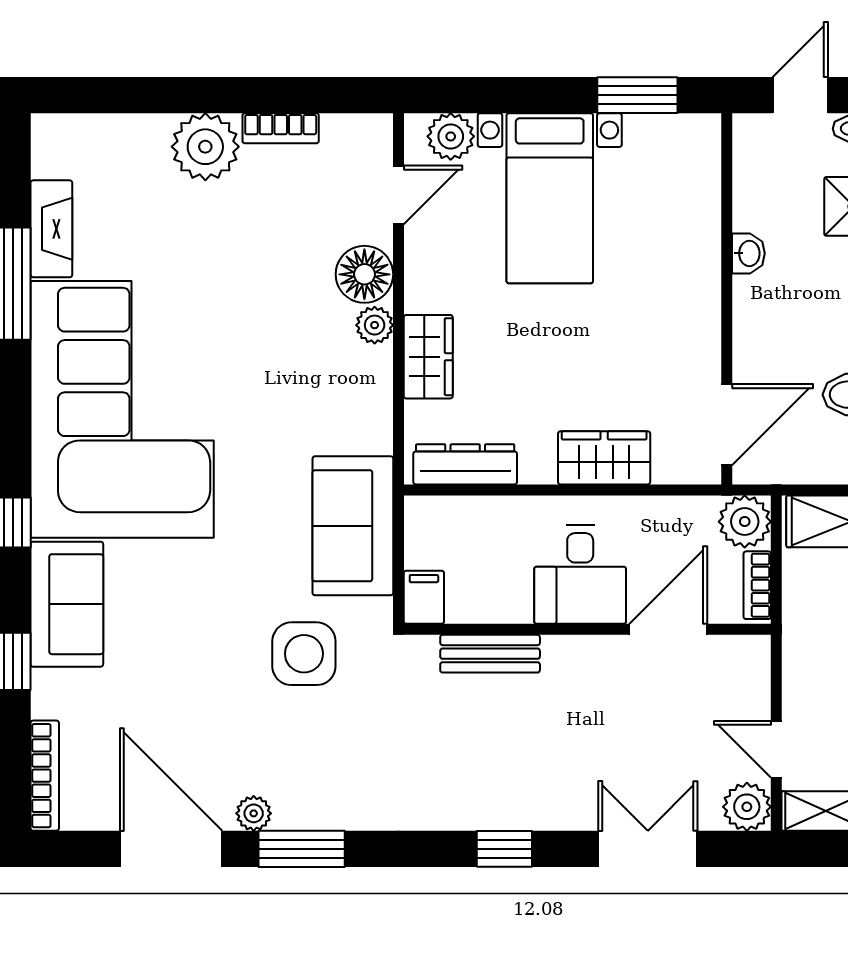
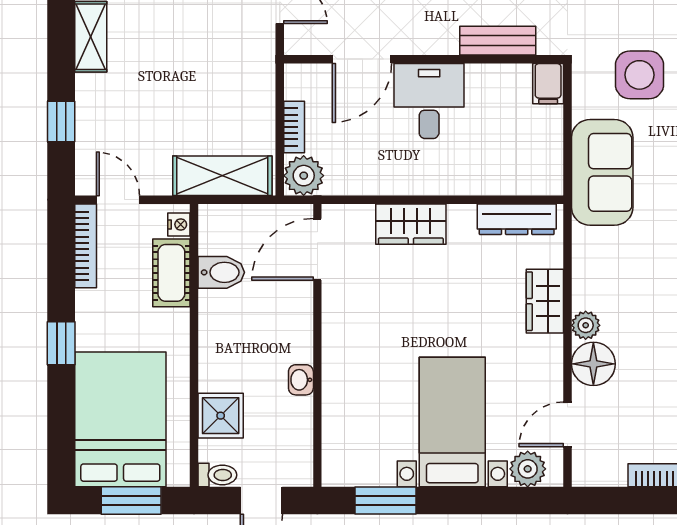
desk: (580, 574) -> (429, 101), moved
filing cabinet: (424, 597) -> (548, 84), moved
wall: (587, 629) -> (424, 59), moved
door: (668, 629) -> (362, 59), moved
bench: (490, 654) -> (498, 41), moved

